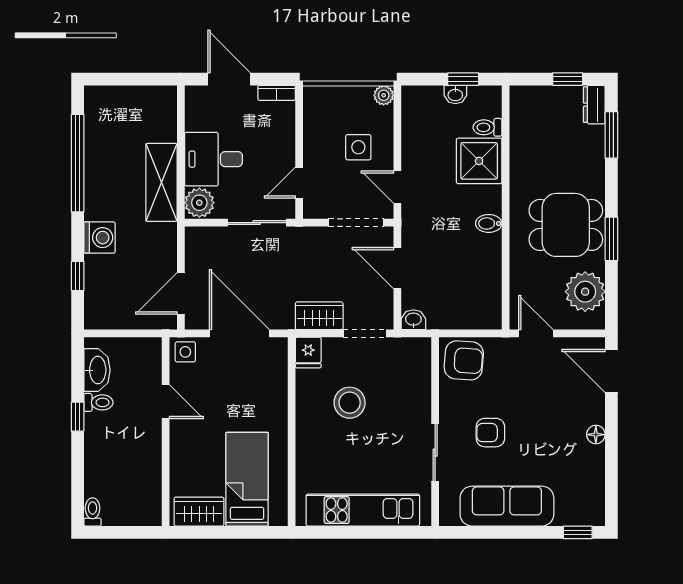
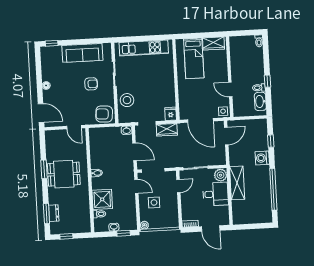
window: (463, 79) -> (124, 233), moved
dresser: (594, 105) -> (54, 213), moved
plant: (585, 292) -> (54, 146), removed
stool: (350, 403) -> (127, 100), moved

